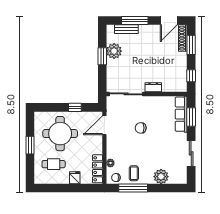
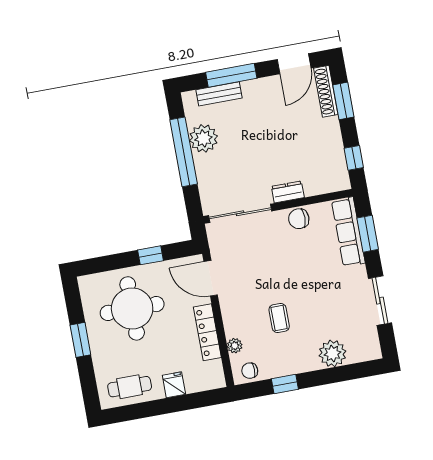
window: (102, 56) -> (184, 152), width x2.11
door: (104, 125) -> (211, 278), hinge flipped
chair: (141, 128) -> (299, 219), moved
cafe table: (54, 164) -> (130, 387), moved
locker: (97, 169) -> (207, 332), moved
coffee table: (134, 173) -> (279, 318), moved
window: (133, 188) -> (285, 384), width x0.46

